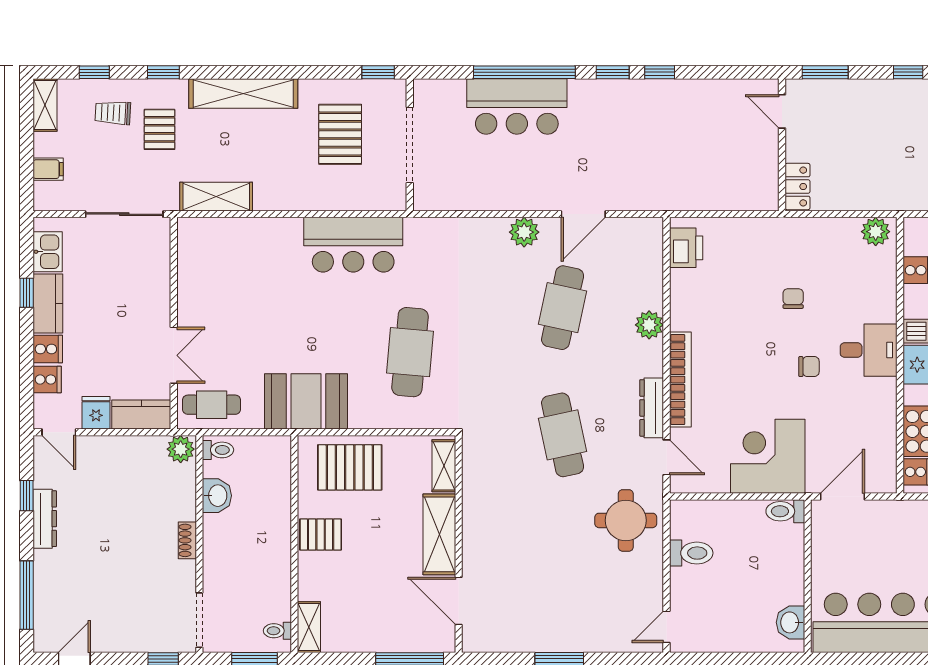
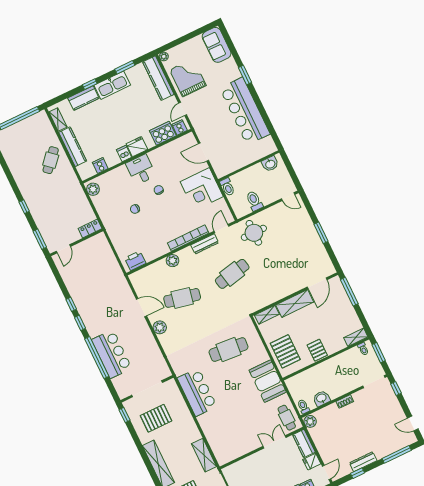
toilet: (785, 511) -> (227, 187), moved
wall: (808, 576) -> (249, 166), moved
washbasin: (790, 622) -> (270, 164), moved

